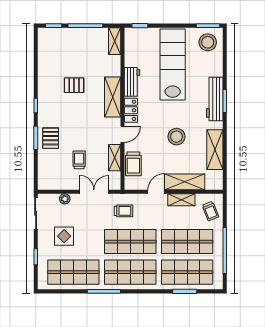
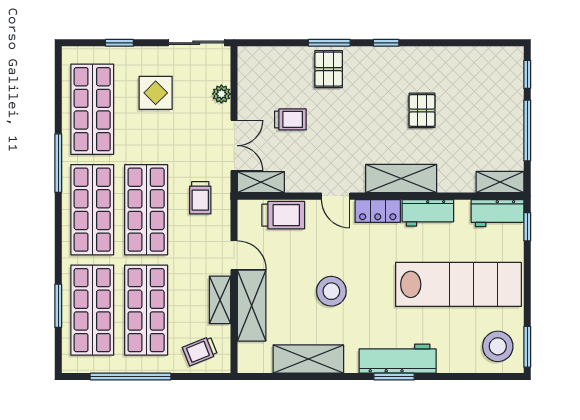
workbench: (132, 42) -> (498, 213), added
pallet: (51, 138) -> (329, 69), turned 90
shelving: (115, 158) -> (261, 182), moved
trolley: (133, 164) -> (283, 215), turned 180

